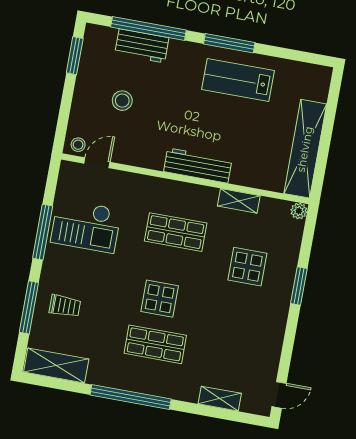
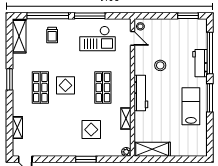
workbench: (142, 46) -> (200, 63), moved
stool: (122, 101) -> (160, 65), moved
shelving: (305, 149) -> (152, 149), width x0.68
checkout: (86, 226) -> (97, 39), turned -90
window: (29, 307) -> (48, 16), width x1.46
window: (131, 397) -> (10, 79), width x0.47

